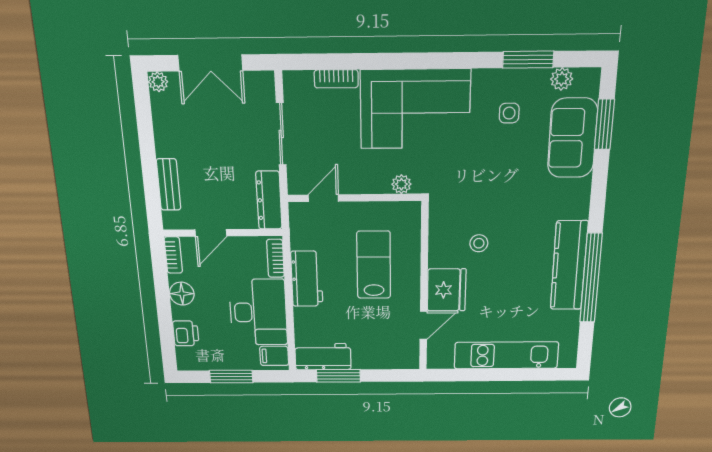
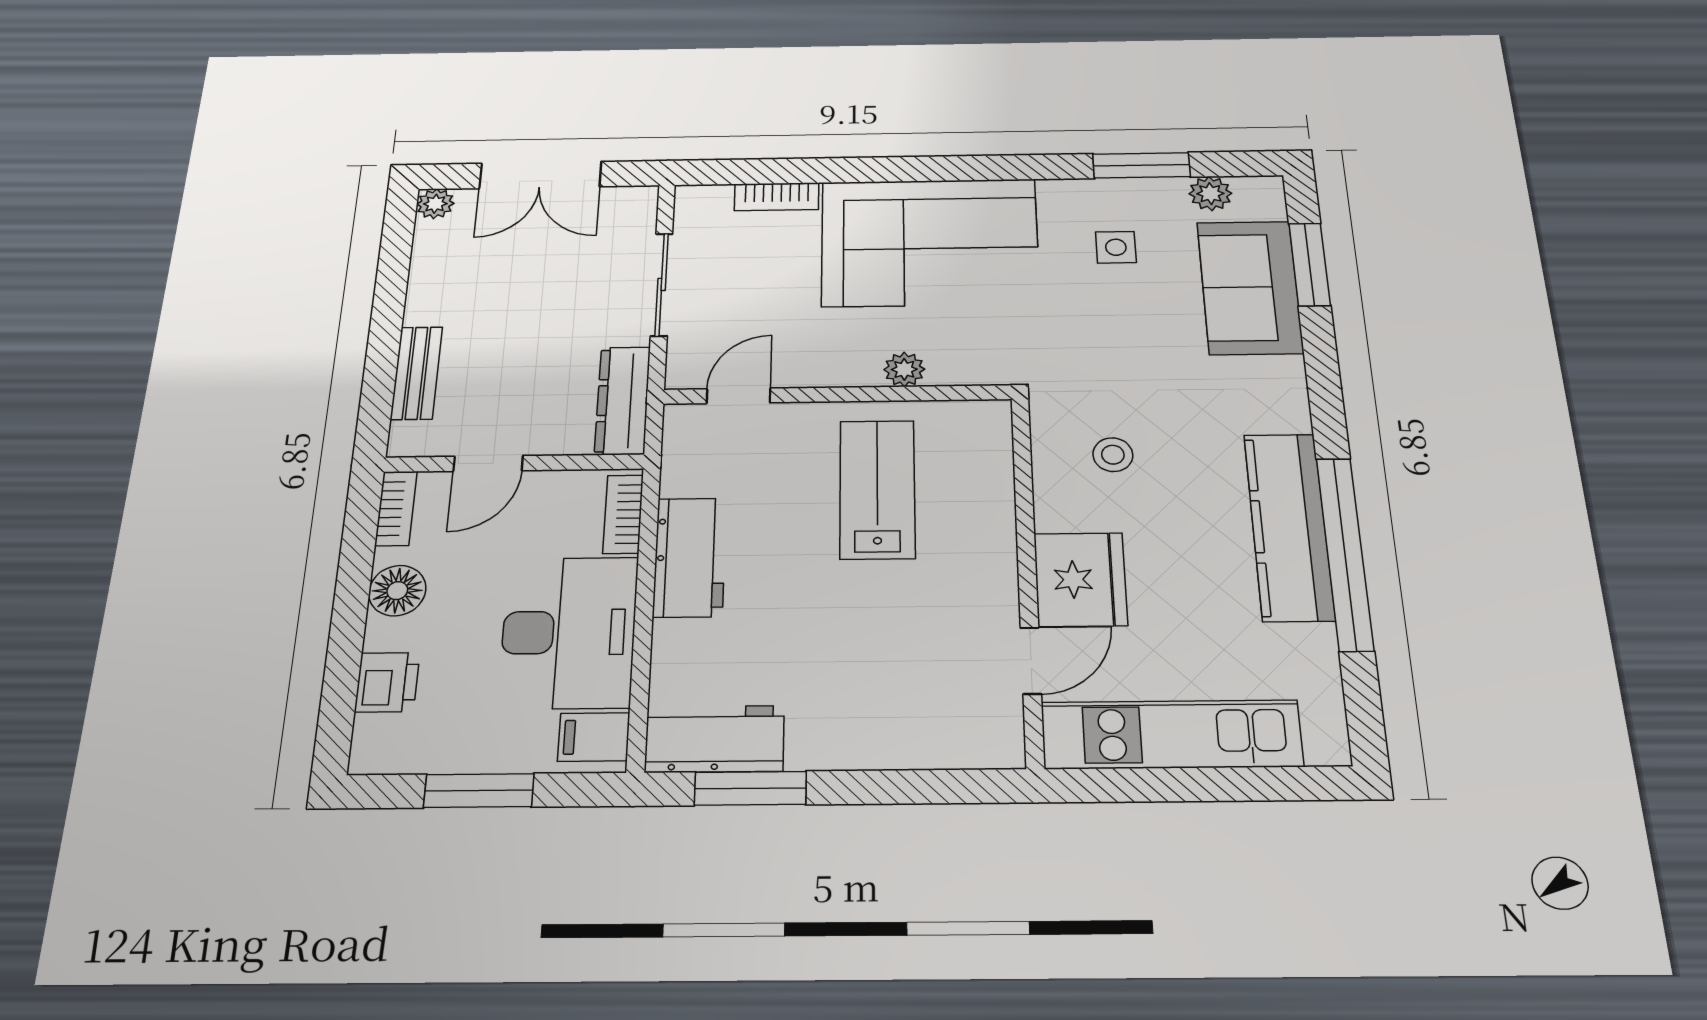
stool: (479, 243) -> (1113, 455), moved
lab bench: (374, 265) -> (877, 489), moved
wall: (424, 288) -> (1027, 575), moved
fridge: (447, 290) -> (1080, 579), moved
door: (423, 325) -> (1031, 661), moved

